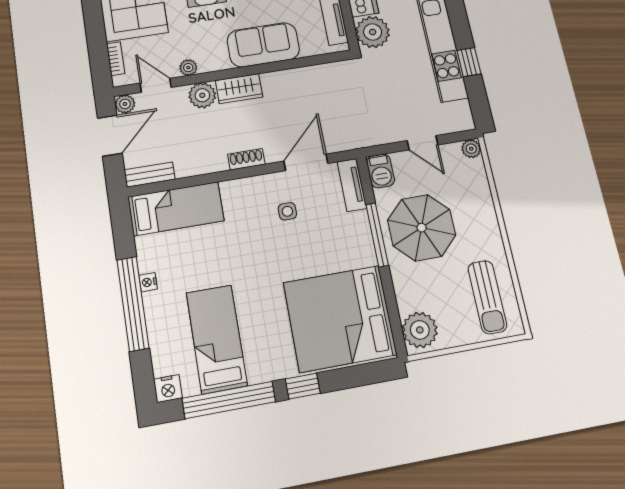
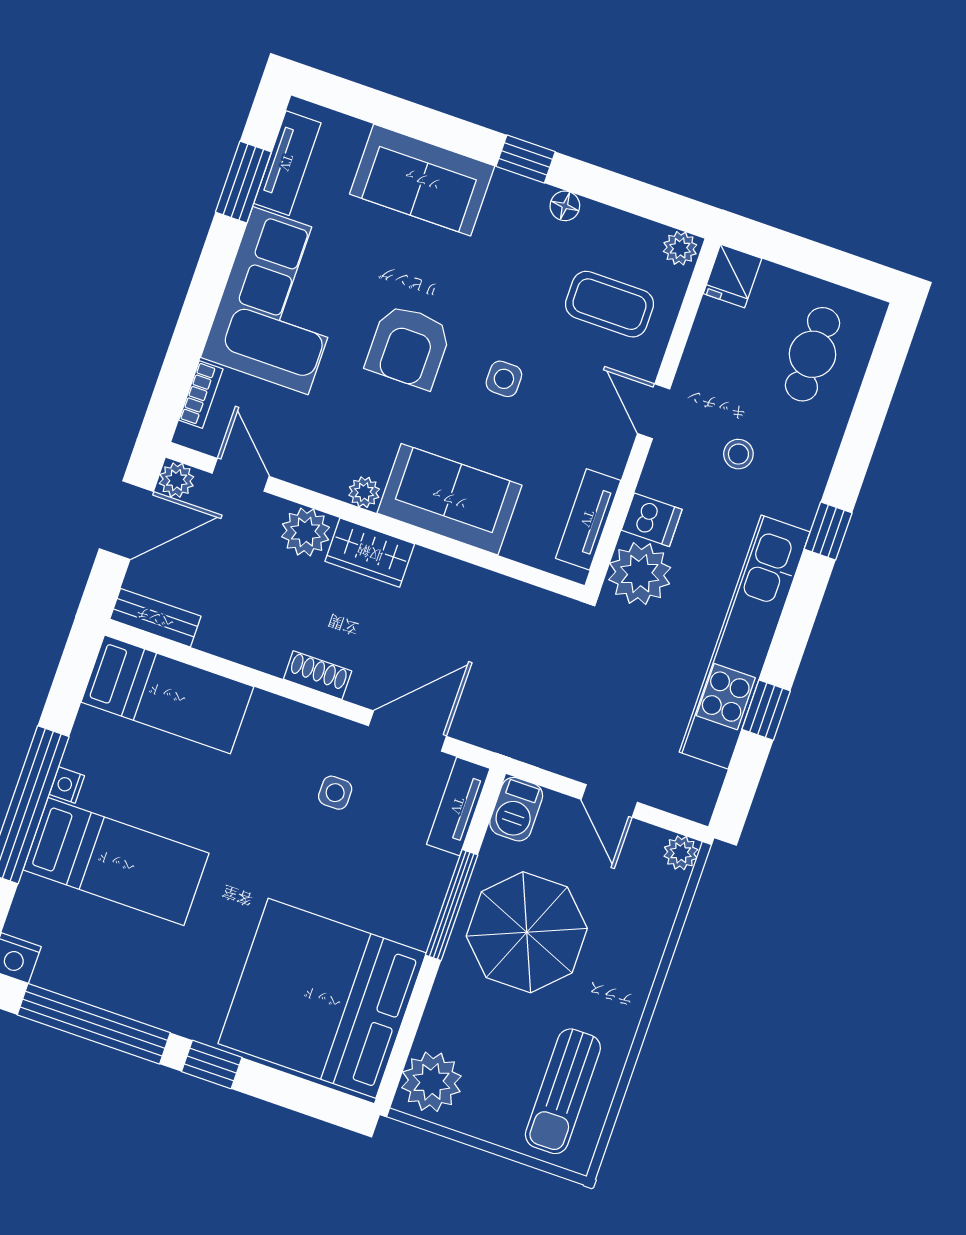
plant: (188, 68) -> (364, 492), moved
bed: (217, 339) -> (116, 862), moved, turned 90

